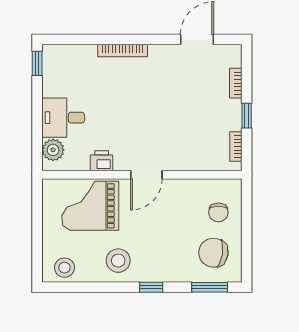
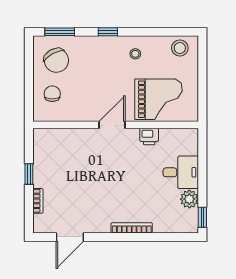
bookcase: (236, 146) -> (38, 148), removed
plant: (53, 150) -> (189, 199), moved
chair: (213, 253) -> (56, 60), turned 52
stool: (118, 261) -> (135, 54), width x0.53, depth x0.53

